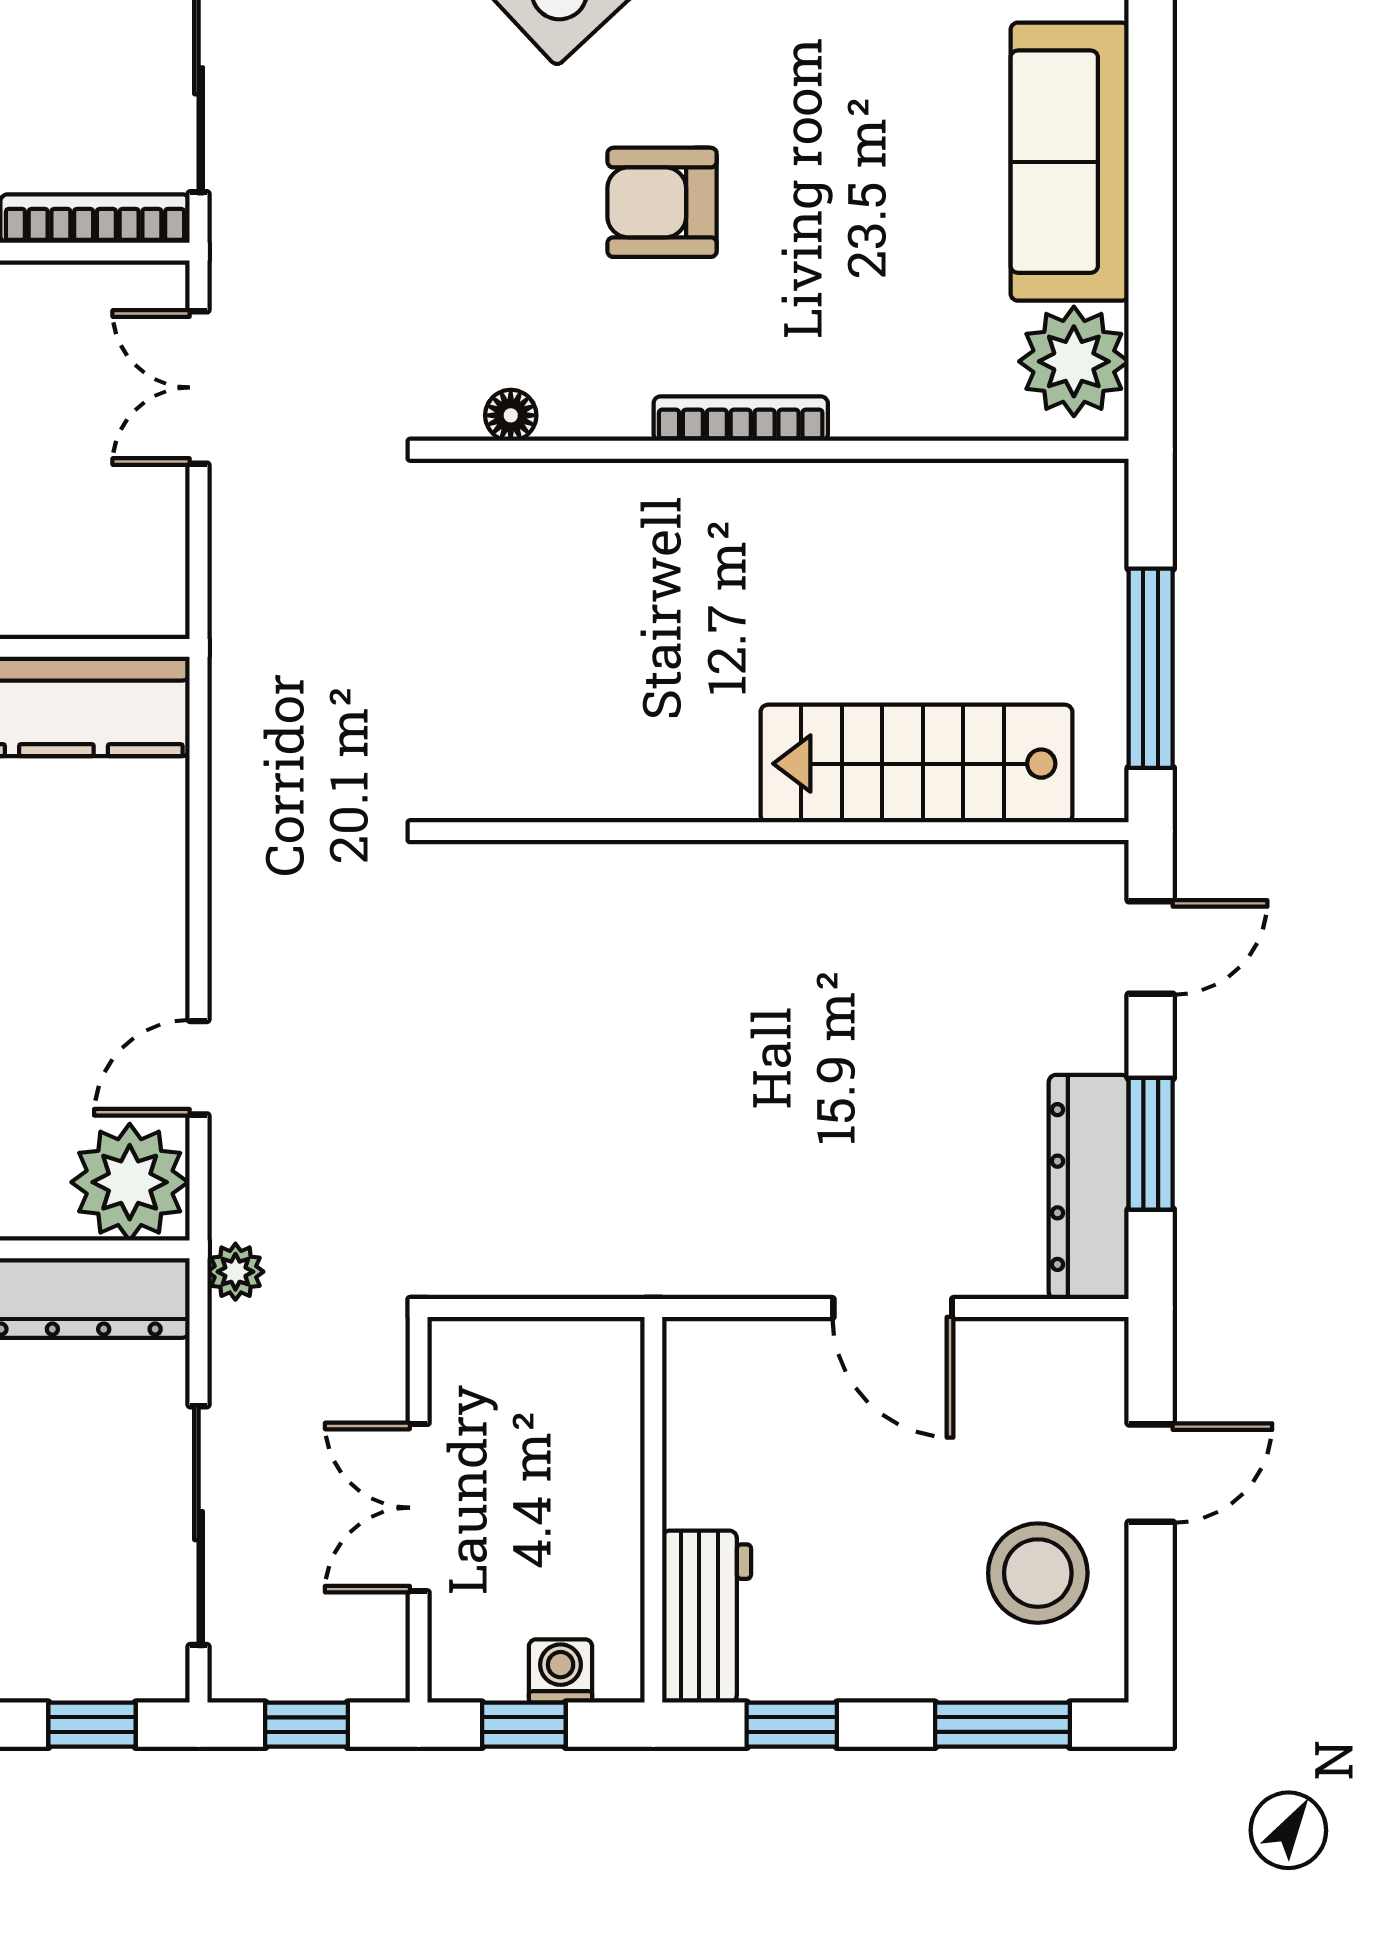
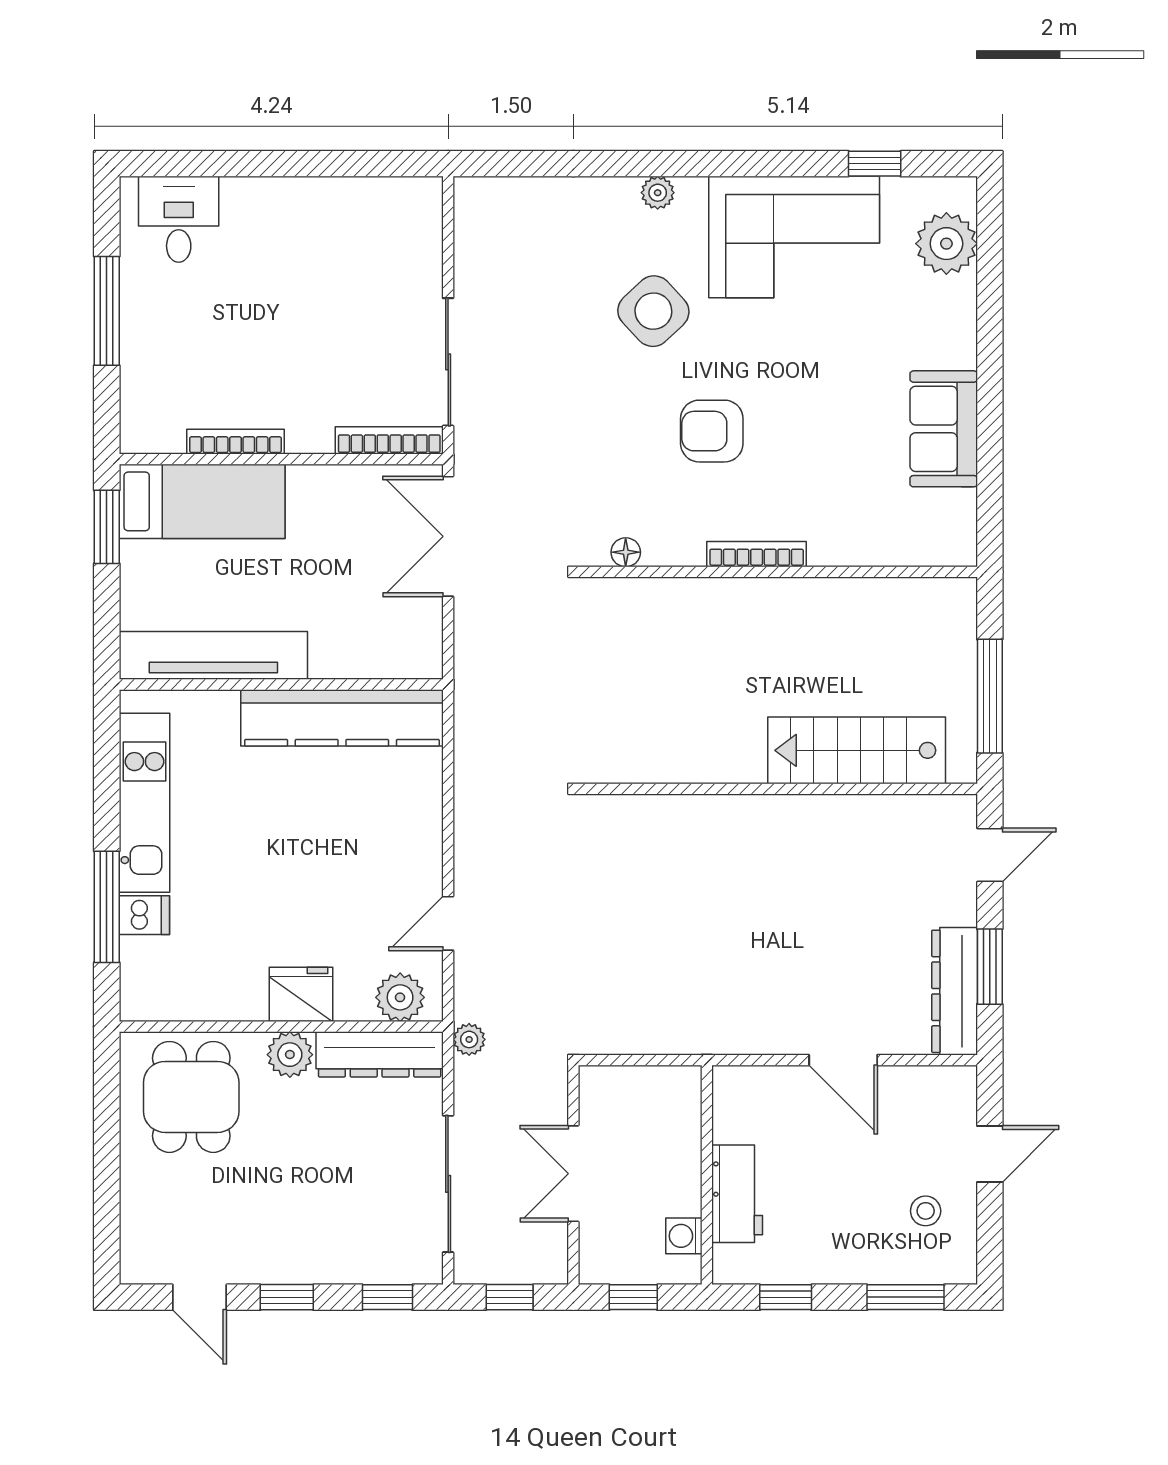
sofa: (1070, 162) -> (944, 429), width x0.73
plant: (1074, 361) -> (946, 522), removed
double door: (199, 387) -> (448, 536), width x1.37
plant: (130, 1182) -> (400, 997), width x0.73, depth x0.73
stool: (1038, 1573) -> (926, 1211), width x0.53, depth x0.53
workbench: (707, 1617) -> (737, 1194), moved
washing machine: (561, 1671) -> (684, 1236), moved, turned -90

